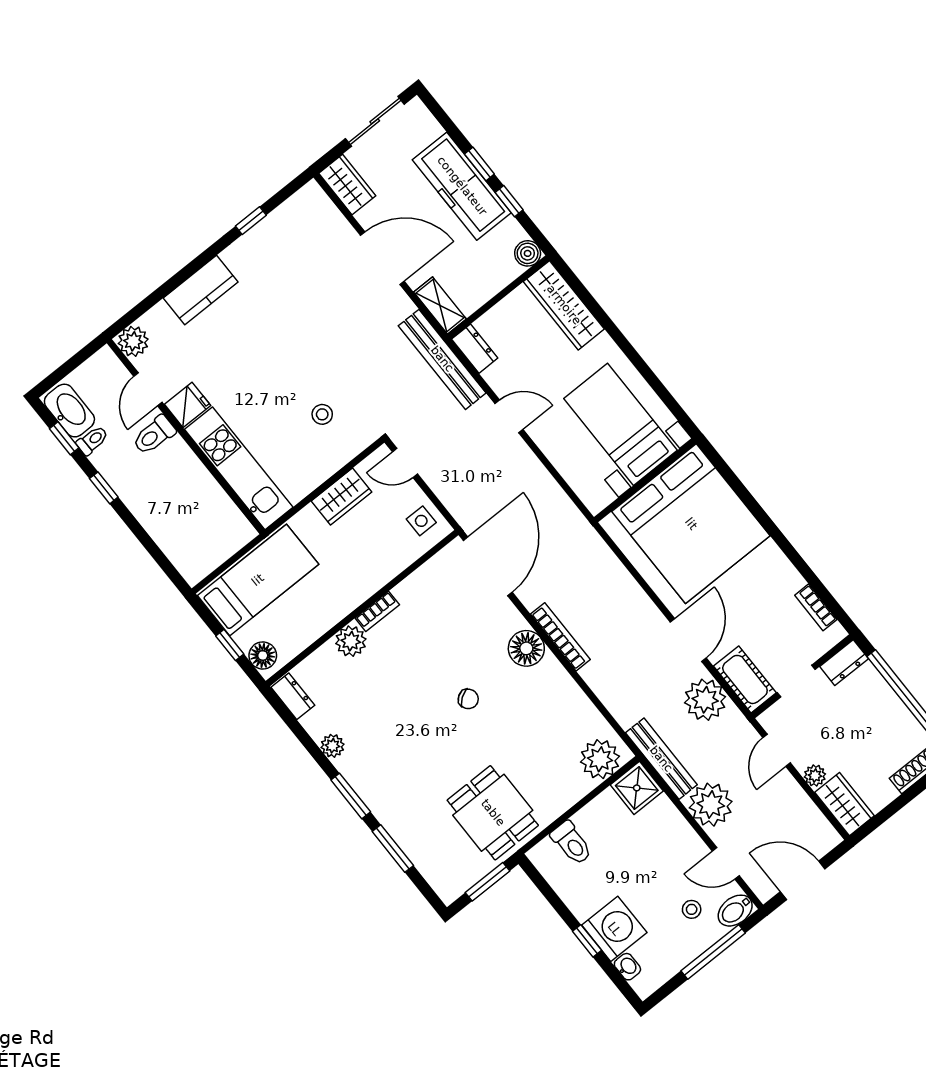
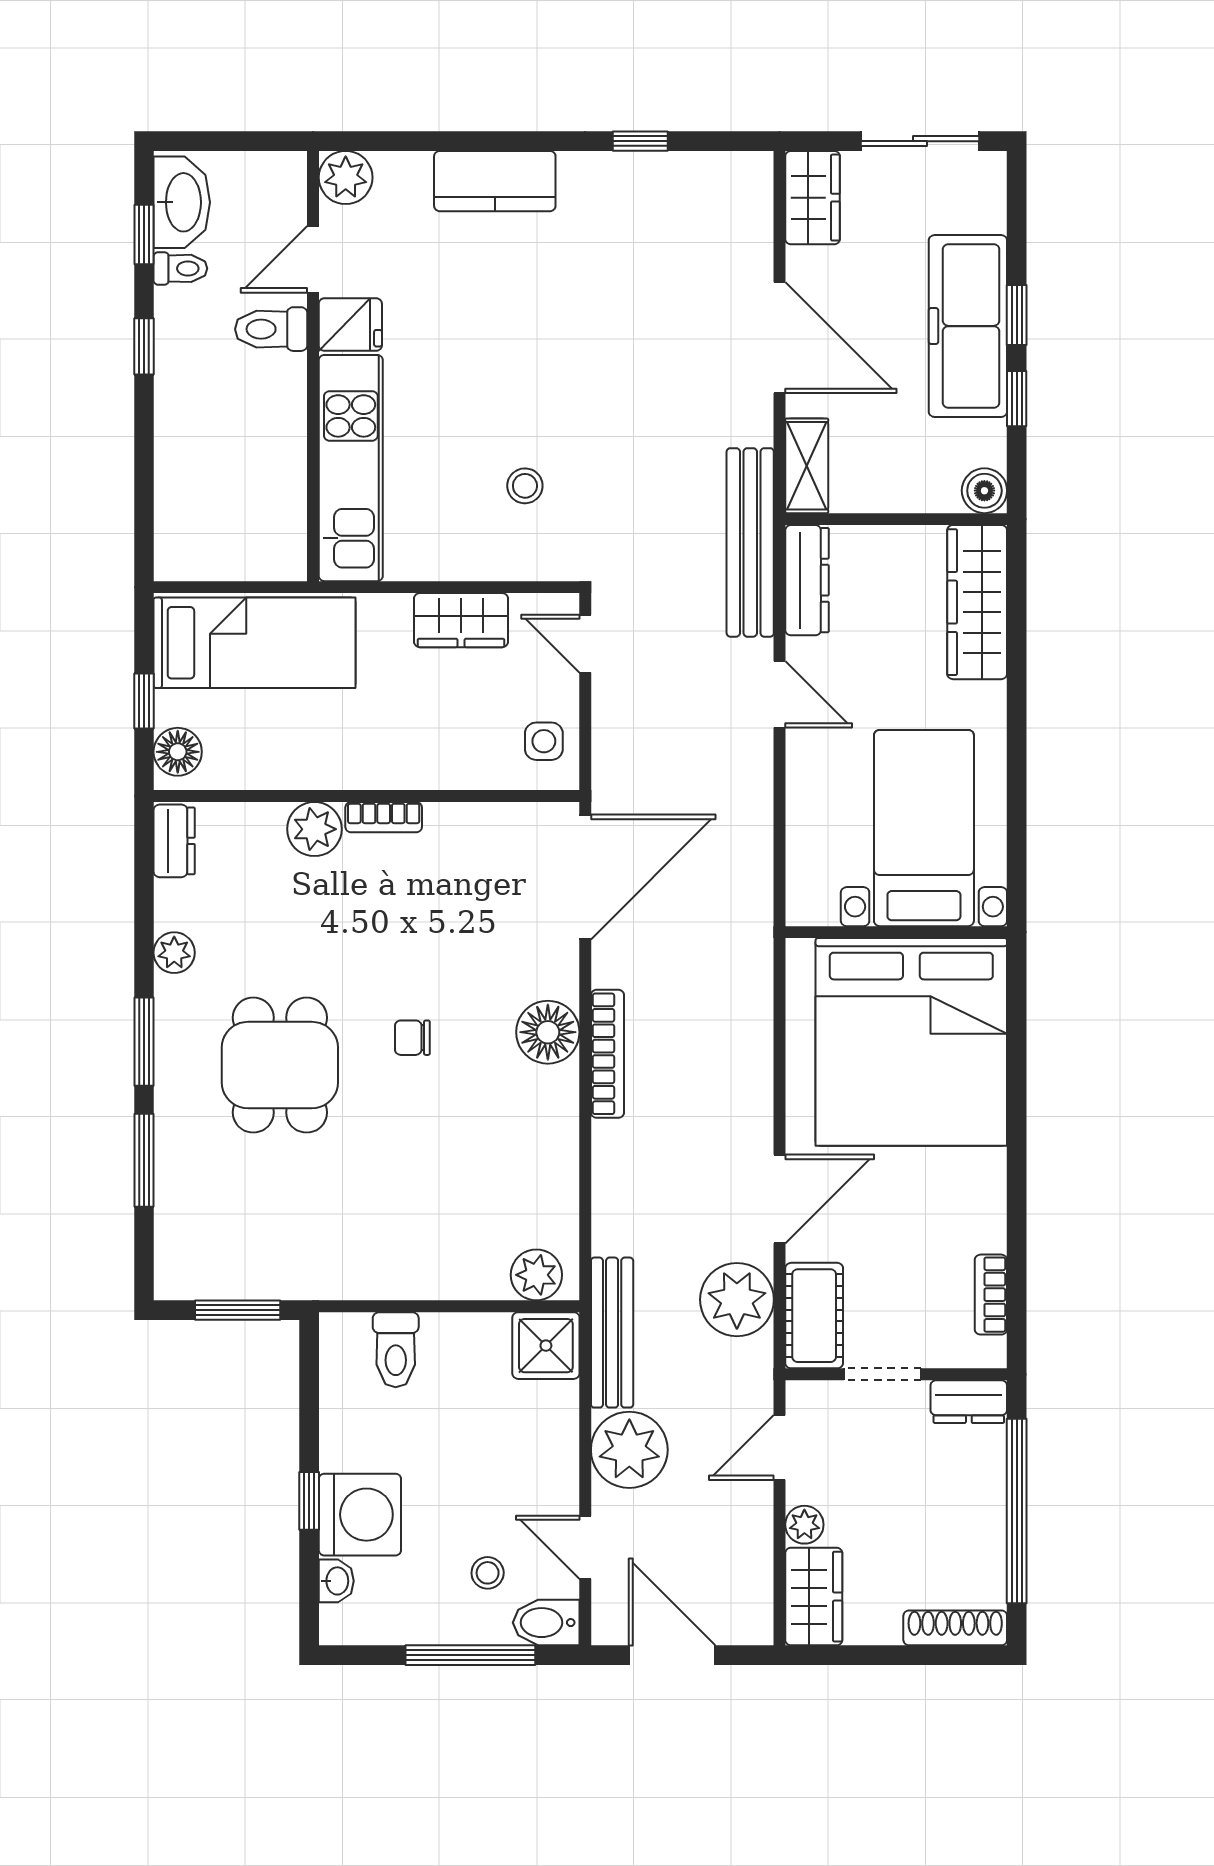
dresser: (475, 349) -> (807, 580), width x1.44
chair: (468, 699) -> (412, 1038), turned 124
plant: (600, 759) -> (536, 1275), width x0.73, depth x0.73
dining table: (493, 813) -> (280, 1065), moved

